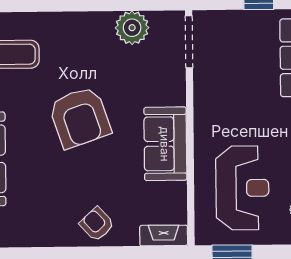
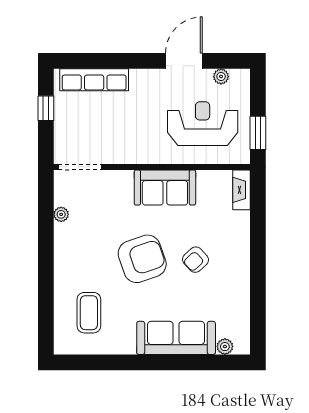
plant: (132, 28) -> (61, 214), width x0.53, depth x0.53
armchair: (97, 224) -> (196, 260), moved

